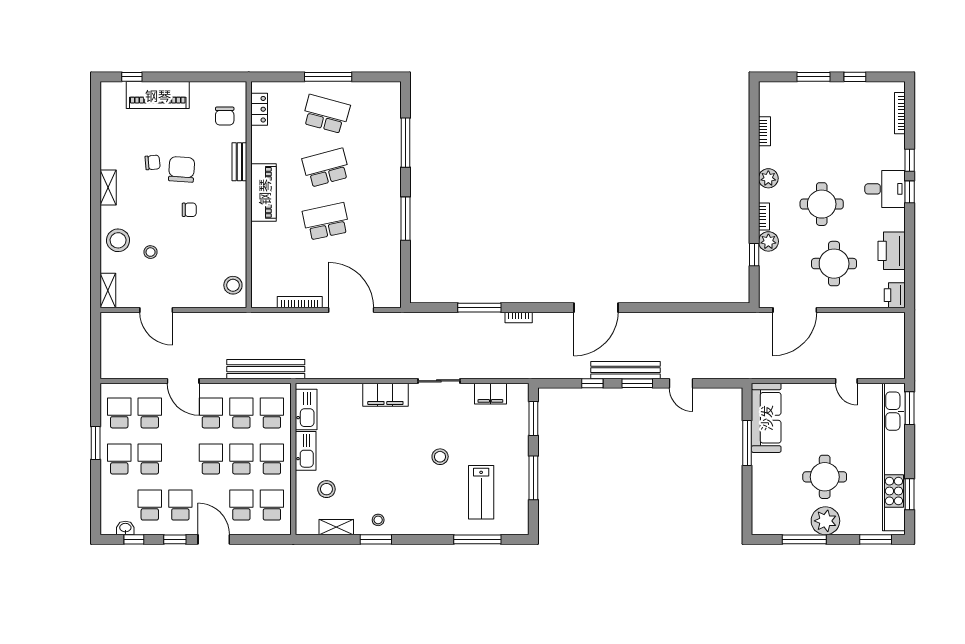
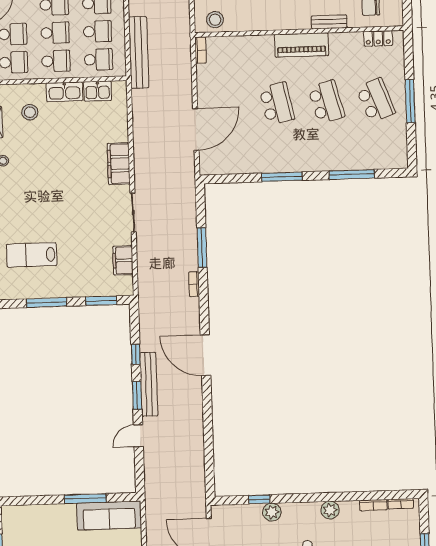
school desk: (326, 114) -> (376, 100), turned -36
bookcase: (764, 216) -> (401, 504), moved
bookcase: (300, 302) -> (201, 50), moved, width x0.64
kitchen sink: (306, 409) -> (98, 91), width x0.73
stool: (440, 457) -> (63, 216), removed

